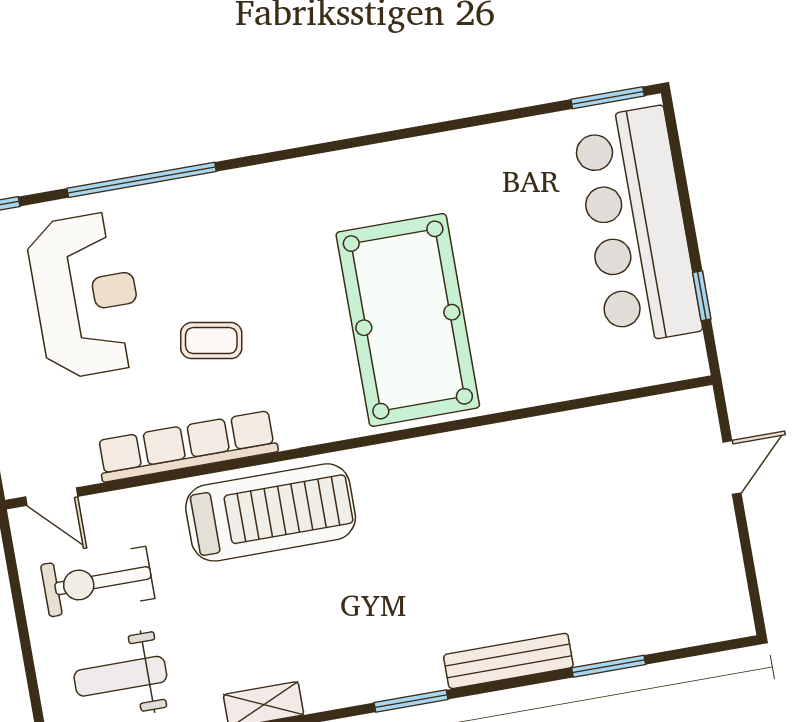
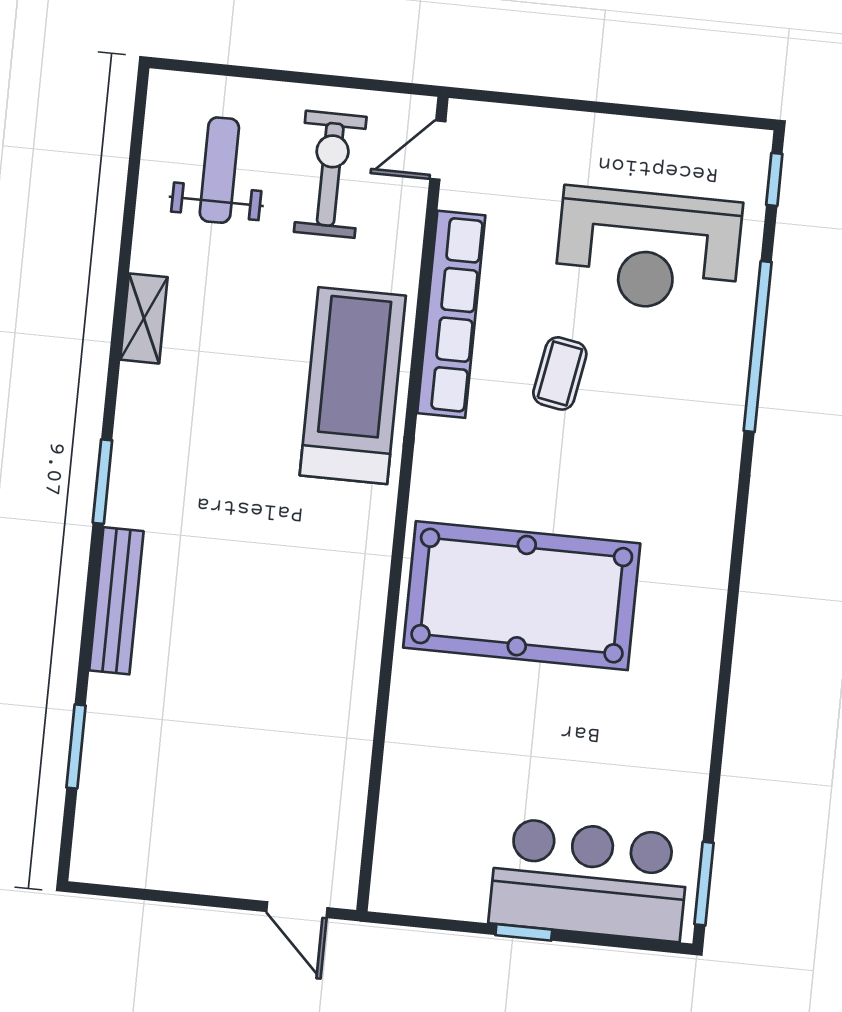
bar counter: (637, 226) -> (589, 880), width x0.73
window: (702, 296) -> (524, 932), moved
door: (732, 467) -> (297, 910), moved
treadmill: (271, 512) -> (353, 386), turned 180
window: (609, 666) -> (76, 746), moved

